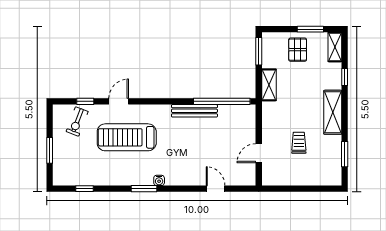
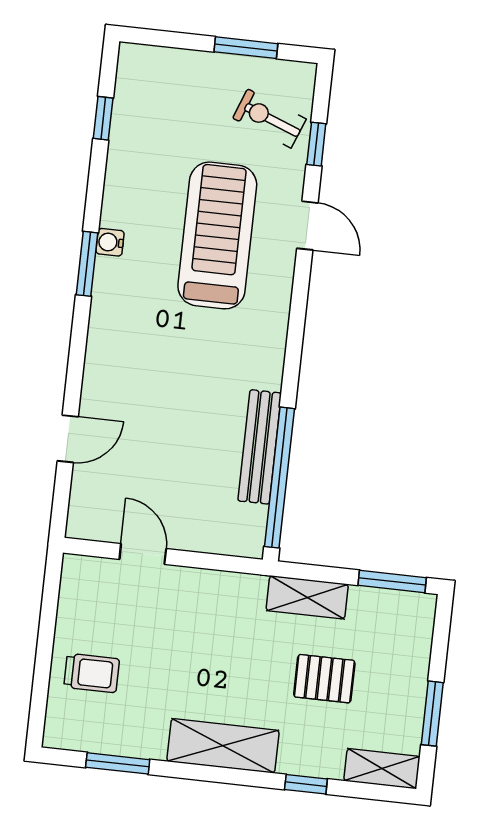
pallet: (298, 50) -> (324, 679), moved
bench: (194, 111) -> (260, 447), moved
trolley: (299, 143) -> (92, 673), moved
window: (50, 150) -> (246, 48), moved
water cooler: (159, 180) -> (110, 242), moved

